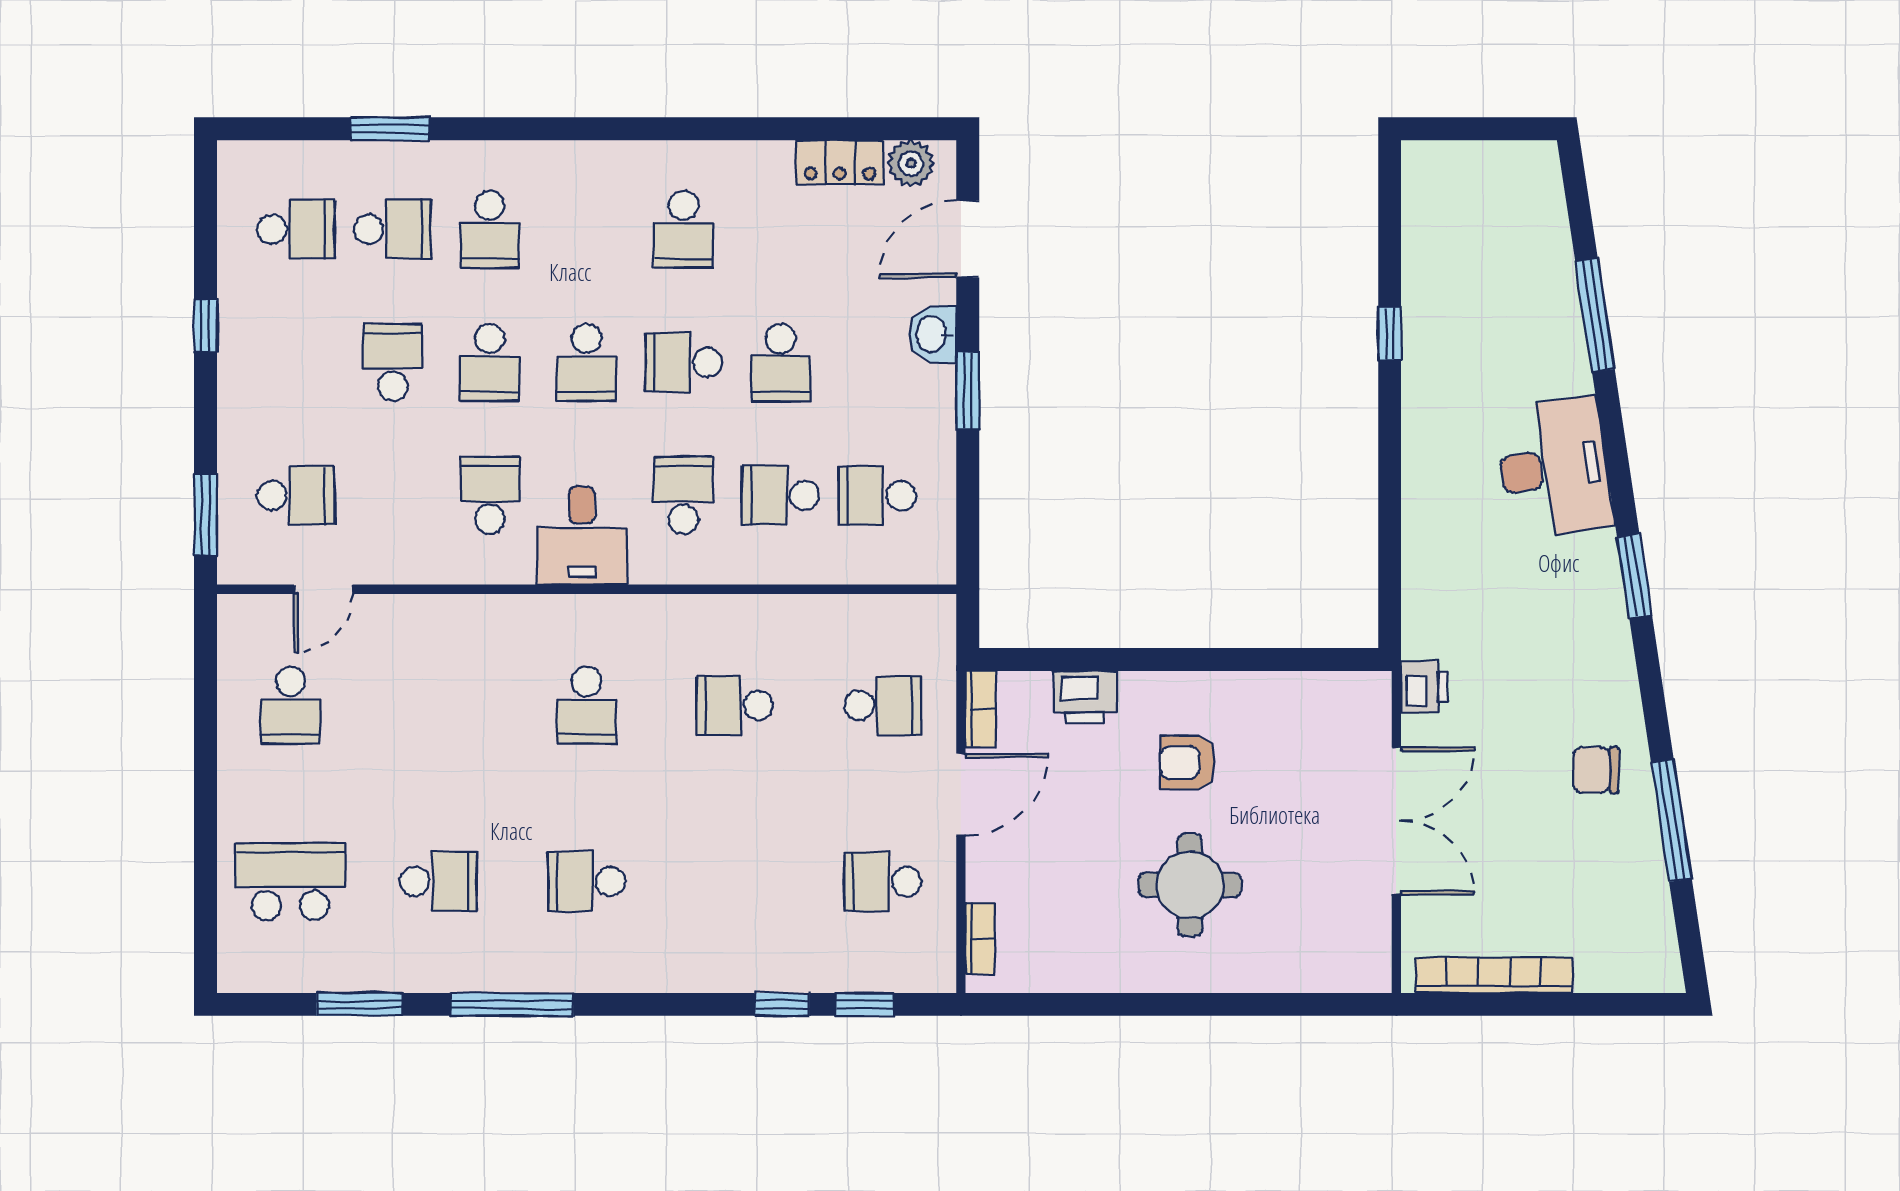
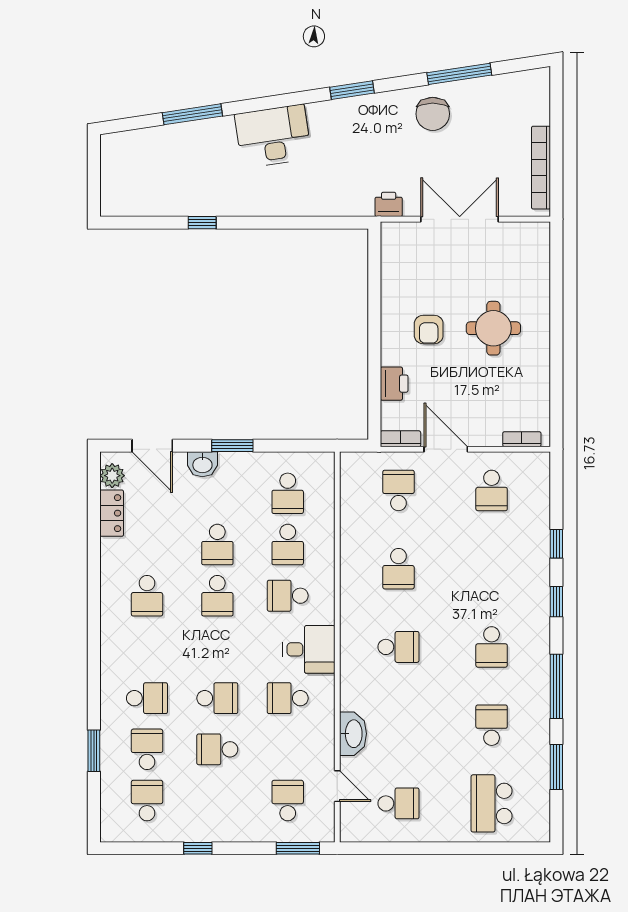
school desk: (684, 229) -> (147, 596), turned 90
school desk: (587, 362) -> (217, 647), removed
school desk: (780, 362) -> (217, 545), turned 90
window: (1634, 576) -> (352, 90), moved
washbasin: (422, 619) -> (353, 734), added
chair: (1596, 770) -> (433, 114), width x1.37, depth x1.37
window: (864, 1004) -> (556, 602), moved

